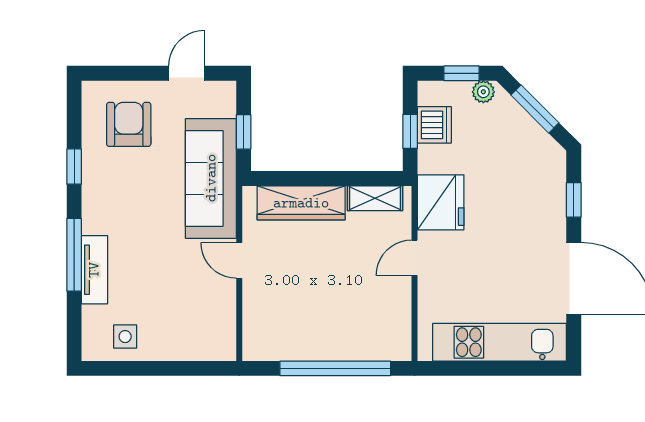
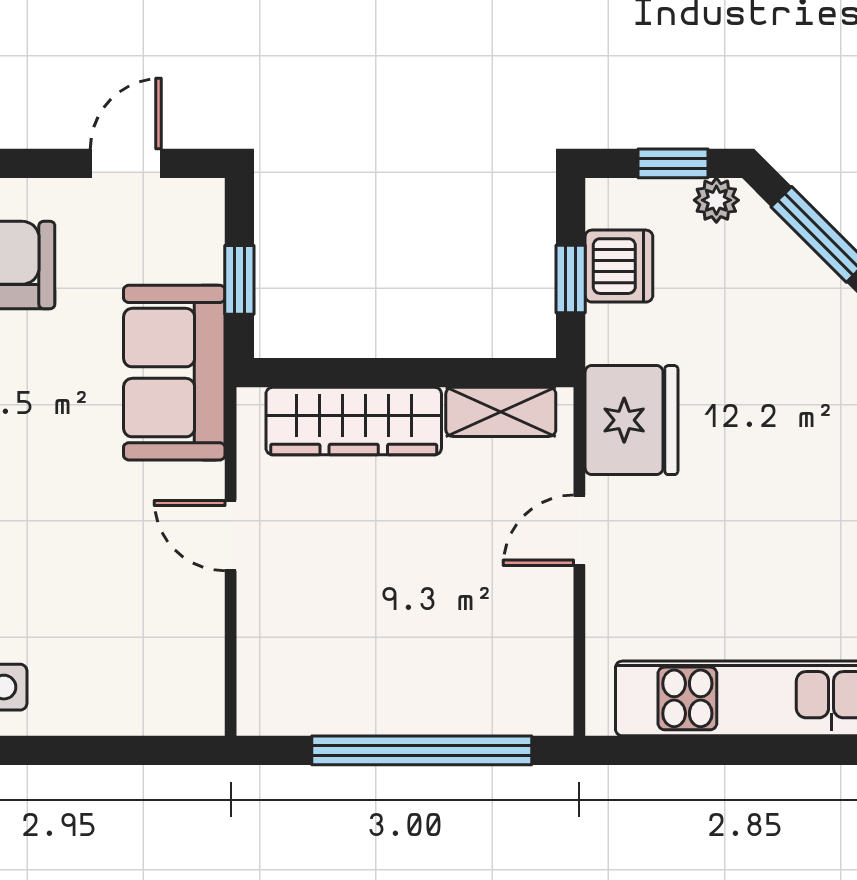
sofa: (211, 178) -> (174, 373), width x0.73

